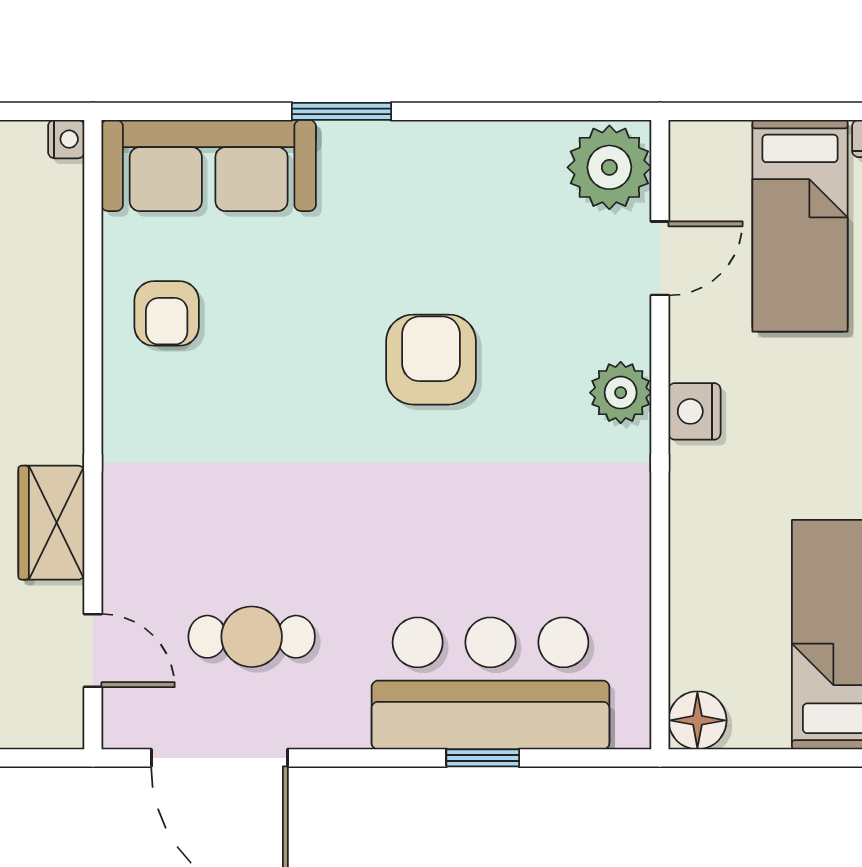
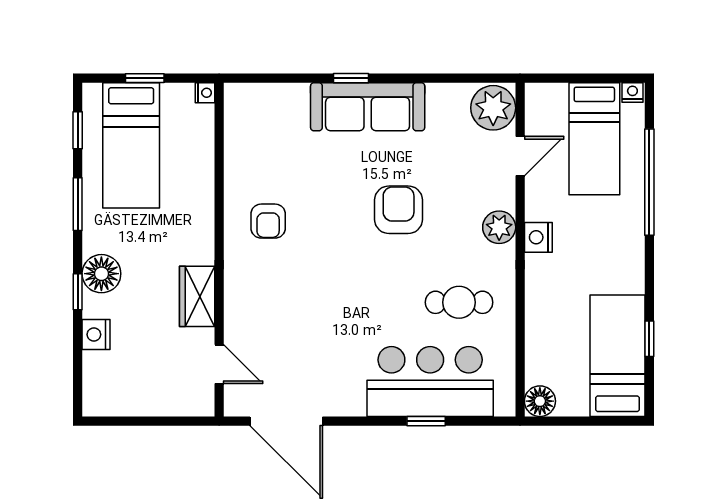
window: (341, 111) -> (351, 78), width x0.67
sofa: (209, 165) -> (368, 107), moved
armchair: (167, 313) -> (268, 221), moved
cafe table: (252, 637) -> (459, 302), moved

